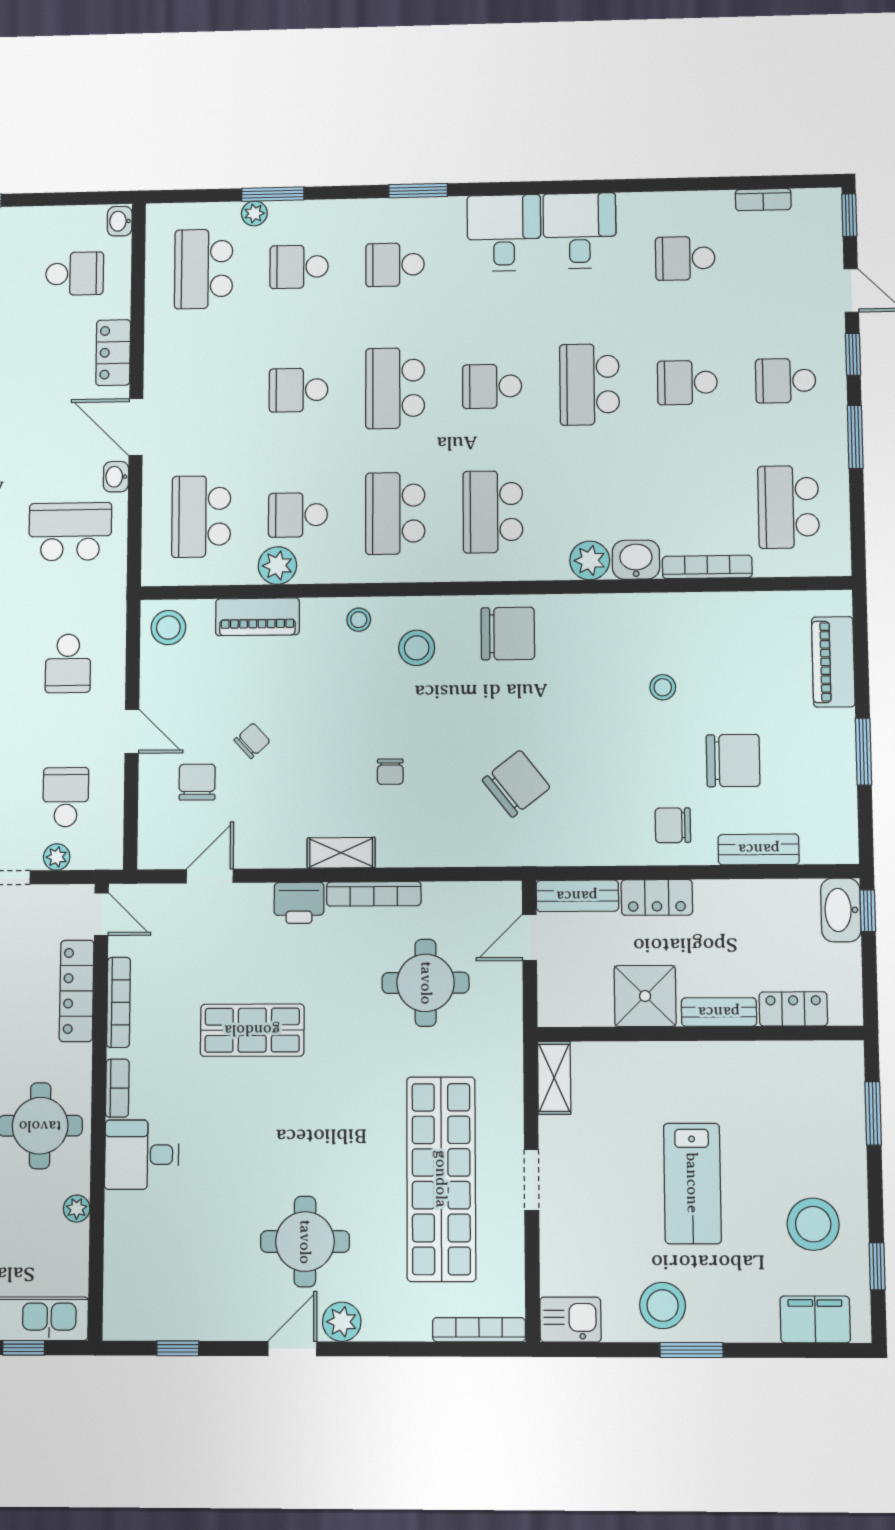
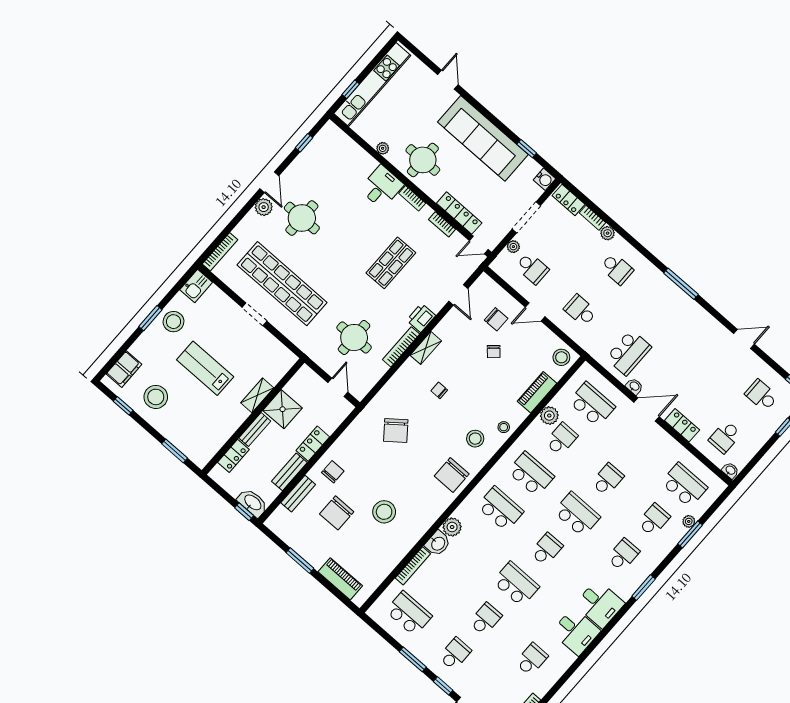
stool: (663, 687) -> (384, 512), width x1.89, depth x1.89
bench: (577, 896) -> (289, 472), moved
bookcase: (119, 1002) -> (442, 224), width x0.64
shelving: (554, 1078) -> (257, 395), moved, turned 90

